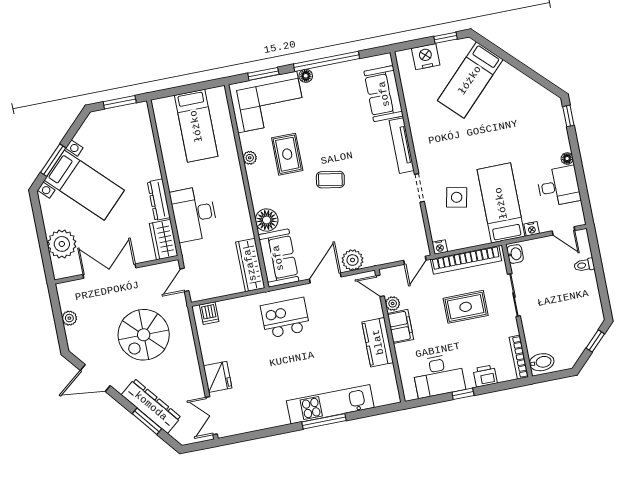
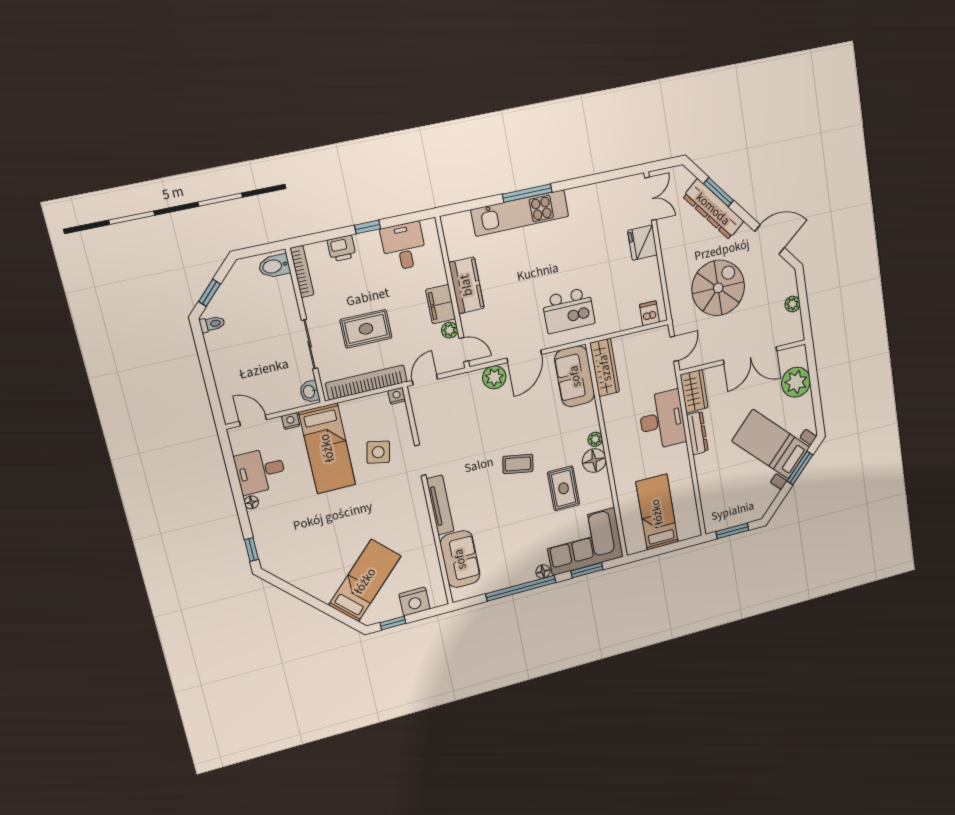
plant: (250, 158) -> (595, 439), moved
floor lamp: (267, 220) -> (594, 461), moved
toilet: (584, 265) -> (212, 324), moved
desk: (439, 376) -> (404, 246), width x0.73

